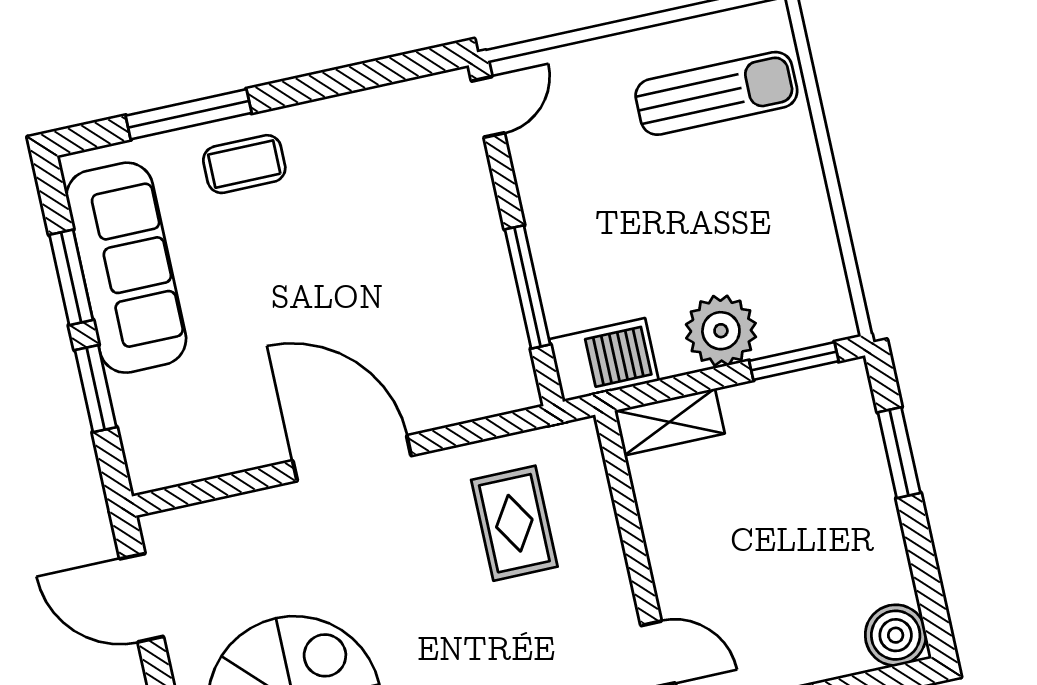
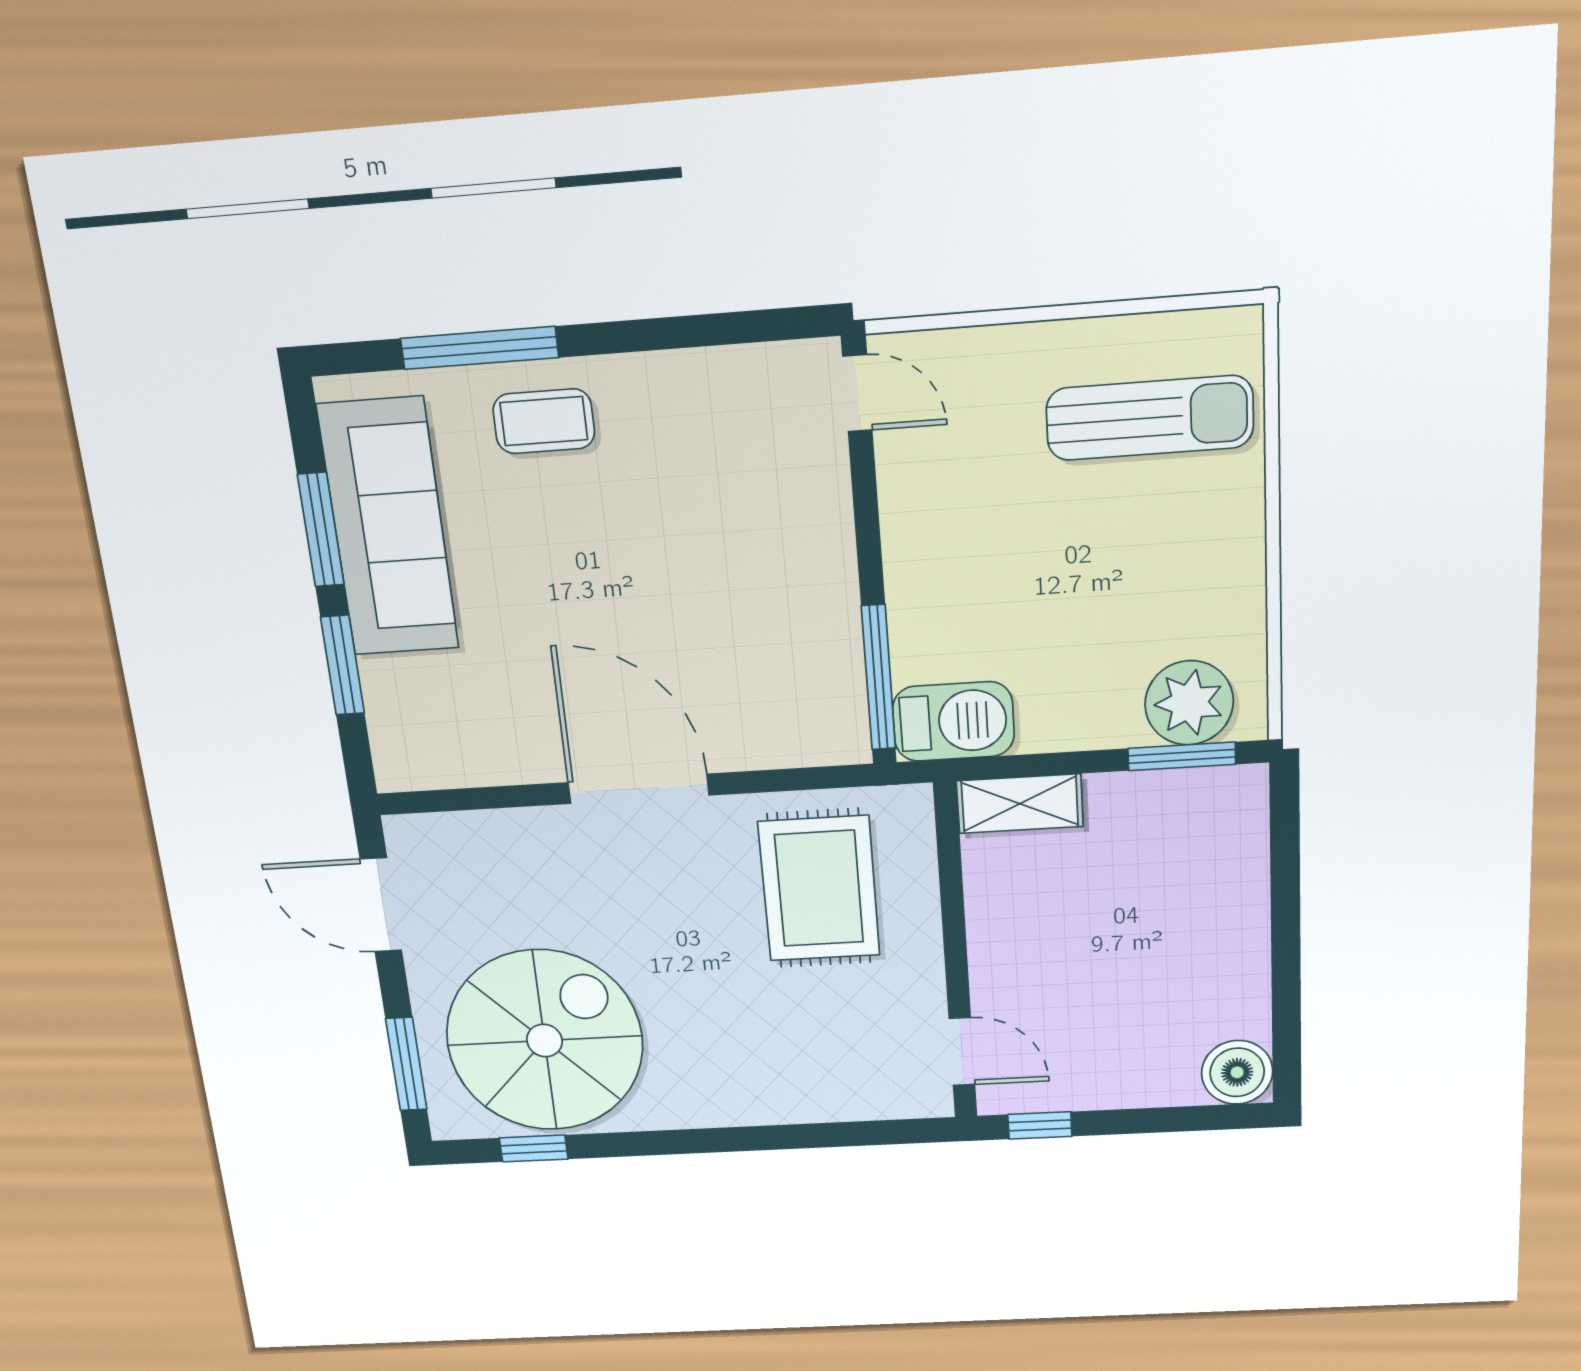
door: (488, 107) -> (857, 393), hinge flipped
window: (528, 287) -> (878, 678), moved
plant: (721, 331) -> (1189, 703), moved
window: (899, 453) -> (1285, 878), removed
rug: (514, 523) -> (819, 889), width x1.36, depth x1.43

